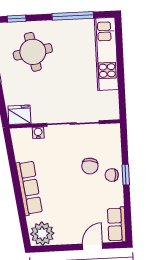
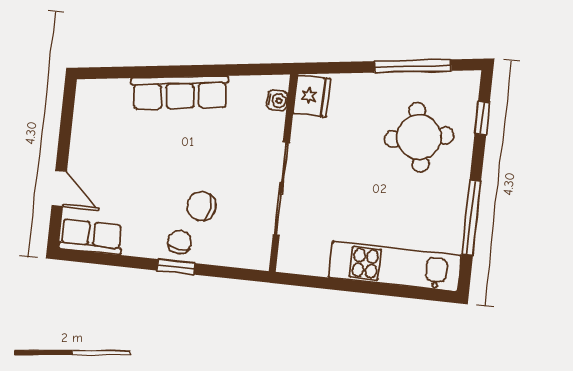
water cooler: (38, 133) -> (277, 100), moved
plant: (42, 234) -> (96, 103), removed

